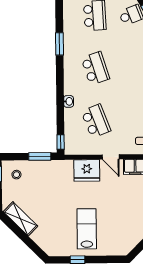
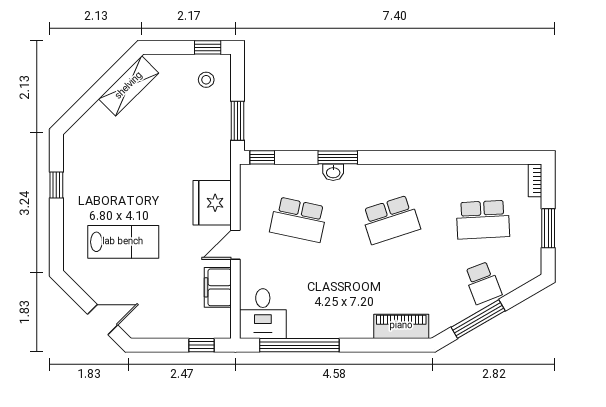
window: (60, 44) -> (338, 157), moved
school desk: (96, 121) -> (298, 220), turned 33
lab bench: (87, 229) -> (123, 242), moved

